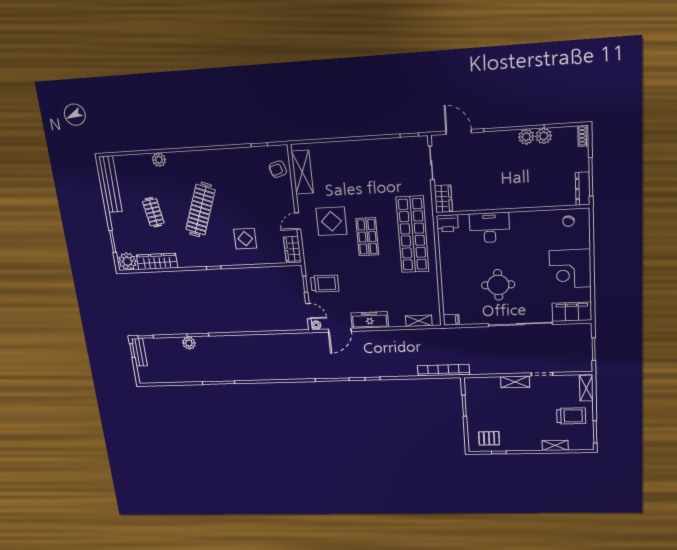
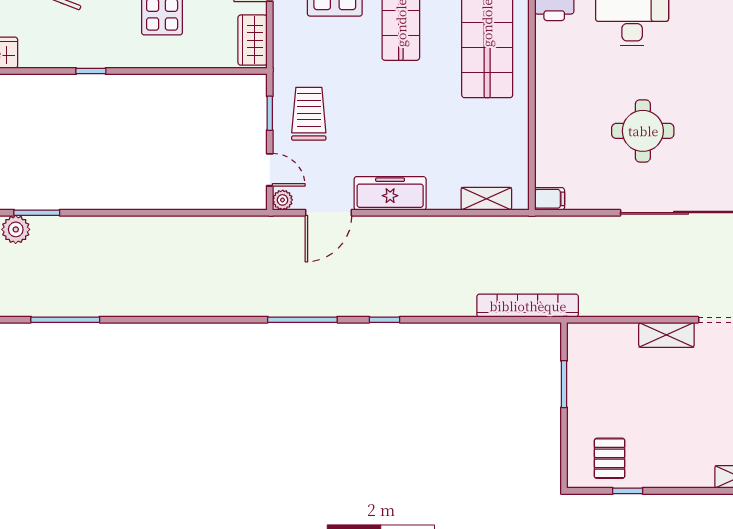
trolley: (325, 284) -> (309, 114), turned -90
pallet: (489, 438) -> (610, 458), turned 90

